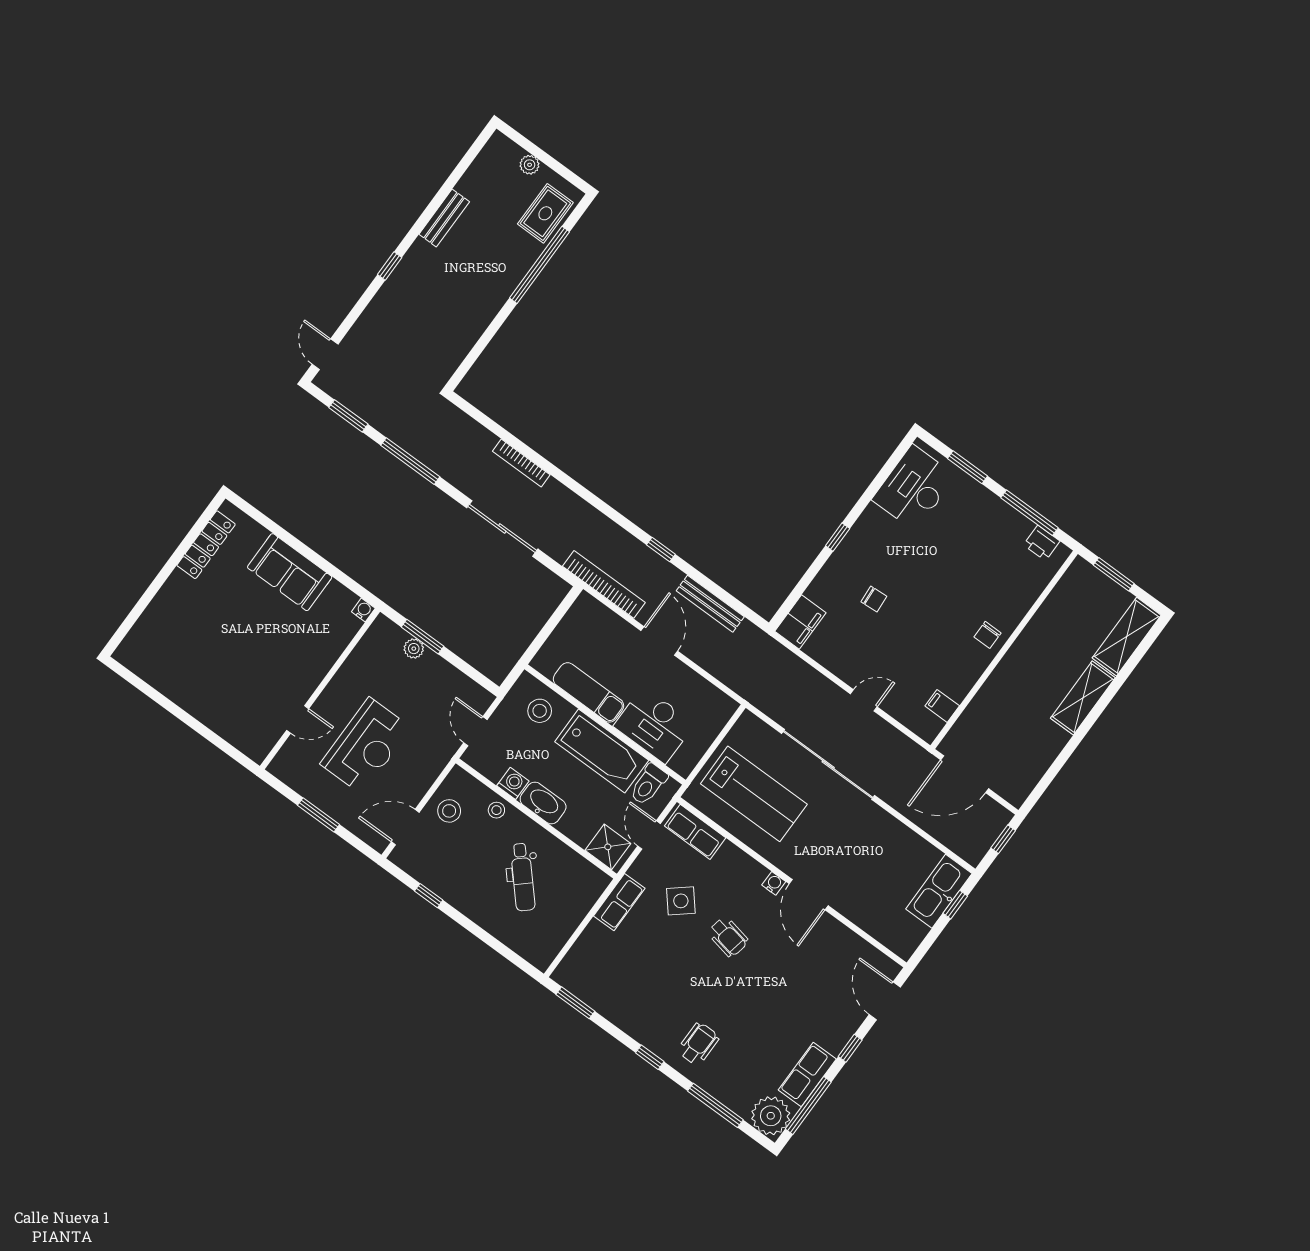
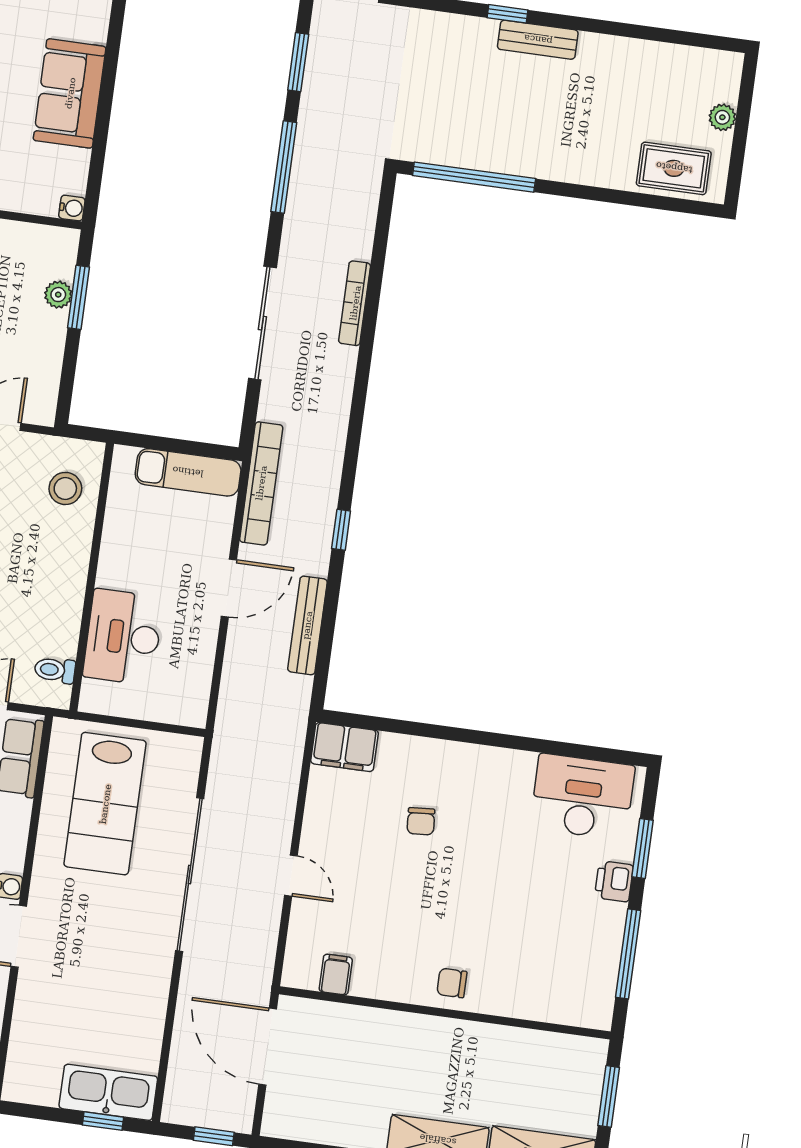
bench: (444, 218) -> (538, 40), moved
window: (540, 265) -> (474, 177), moved
window: (838, 537) -> (472, 736), removed
printer: (1042, 543) -> (614, 881), moved
exam couch: (588, 692) -> (188, 472), moved, turned 90
bathtub: (602, 751) -> (57, 590), removed
toilet: (648, 784) -> (55, 670), width x0.73, depth x0.72

